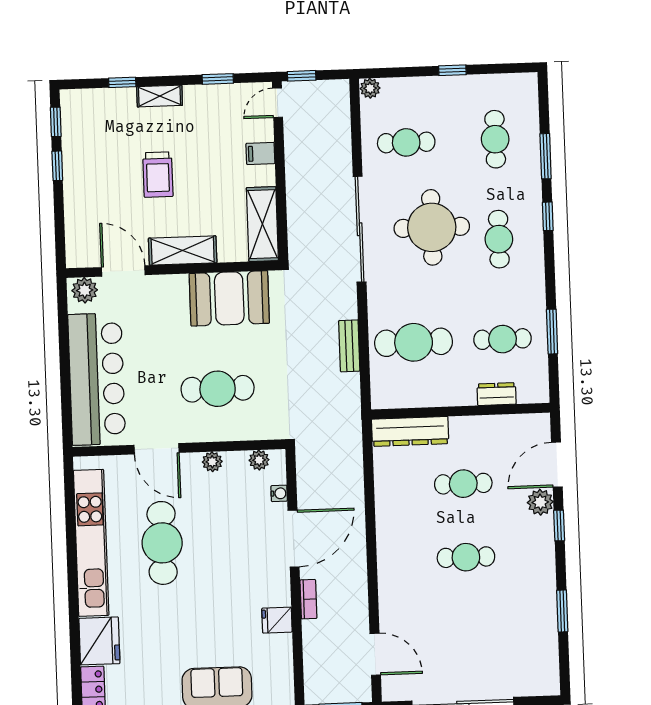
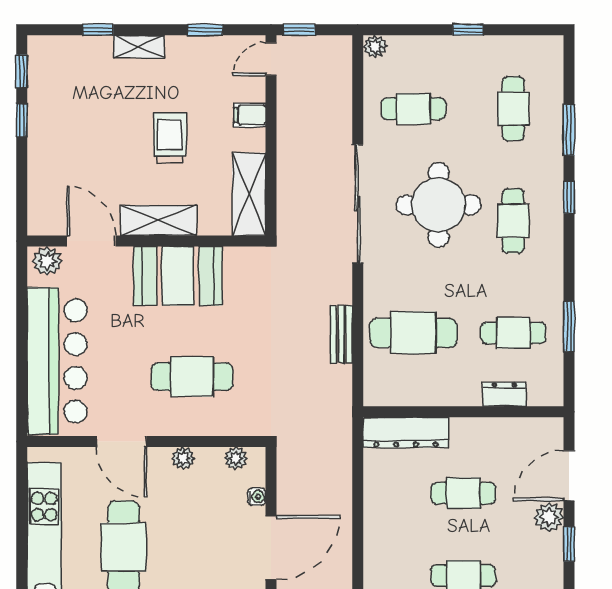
trolley: (158, 175) -> (170, 138), moved, turned 180
booth: (229, 298) -> (178, 276), moved

